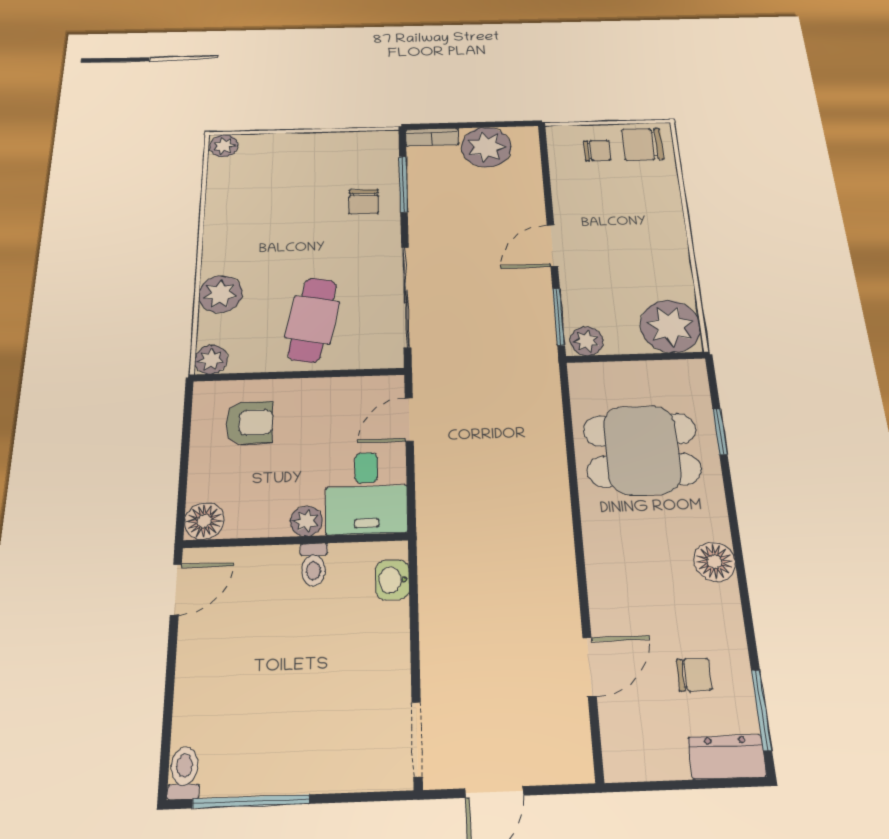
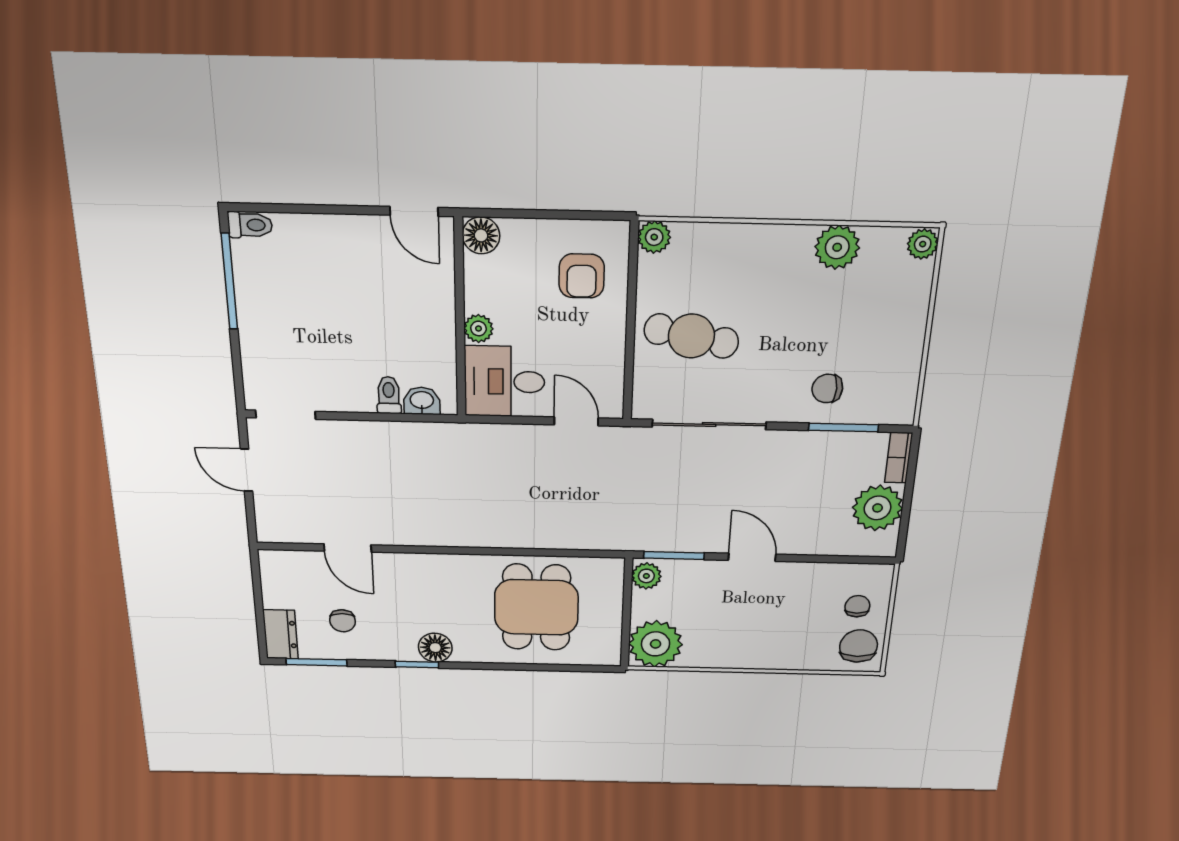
chair: (597, 151) -> (857, 606), turned 180
plant: (221, 294) -> (837, 247), moved
window: (720, 432) -> (417, 664), moved
toilet: (314, 565) -> (389, 395), moved, turned 90

